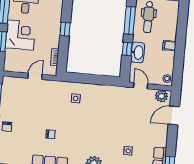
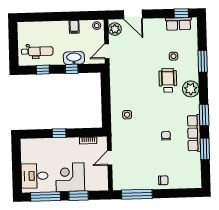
window: (130, 20) -> (43, 70), width x0.46
filing cabinet: (169, 46) -> (74, 27), moved
door: (35, 76) -> (110, 158), hinge flipped
wheelchair: (105, 143) -> (168, 80), added

